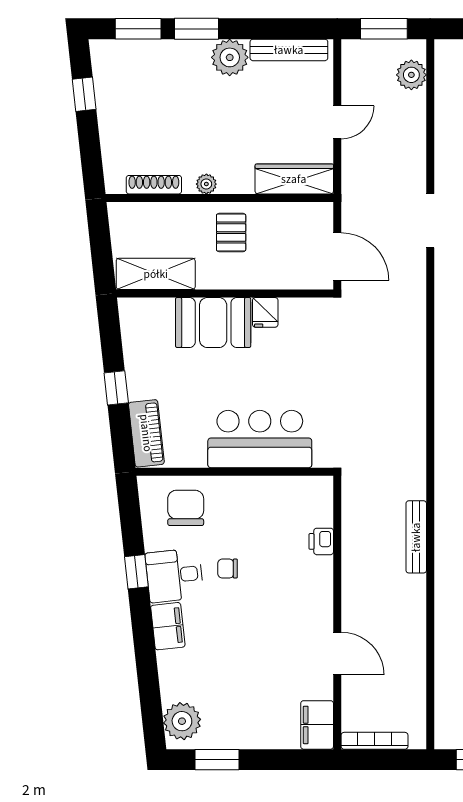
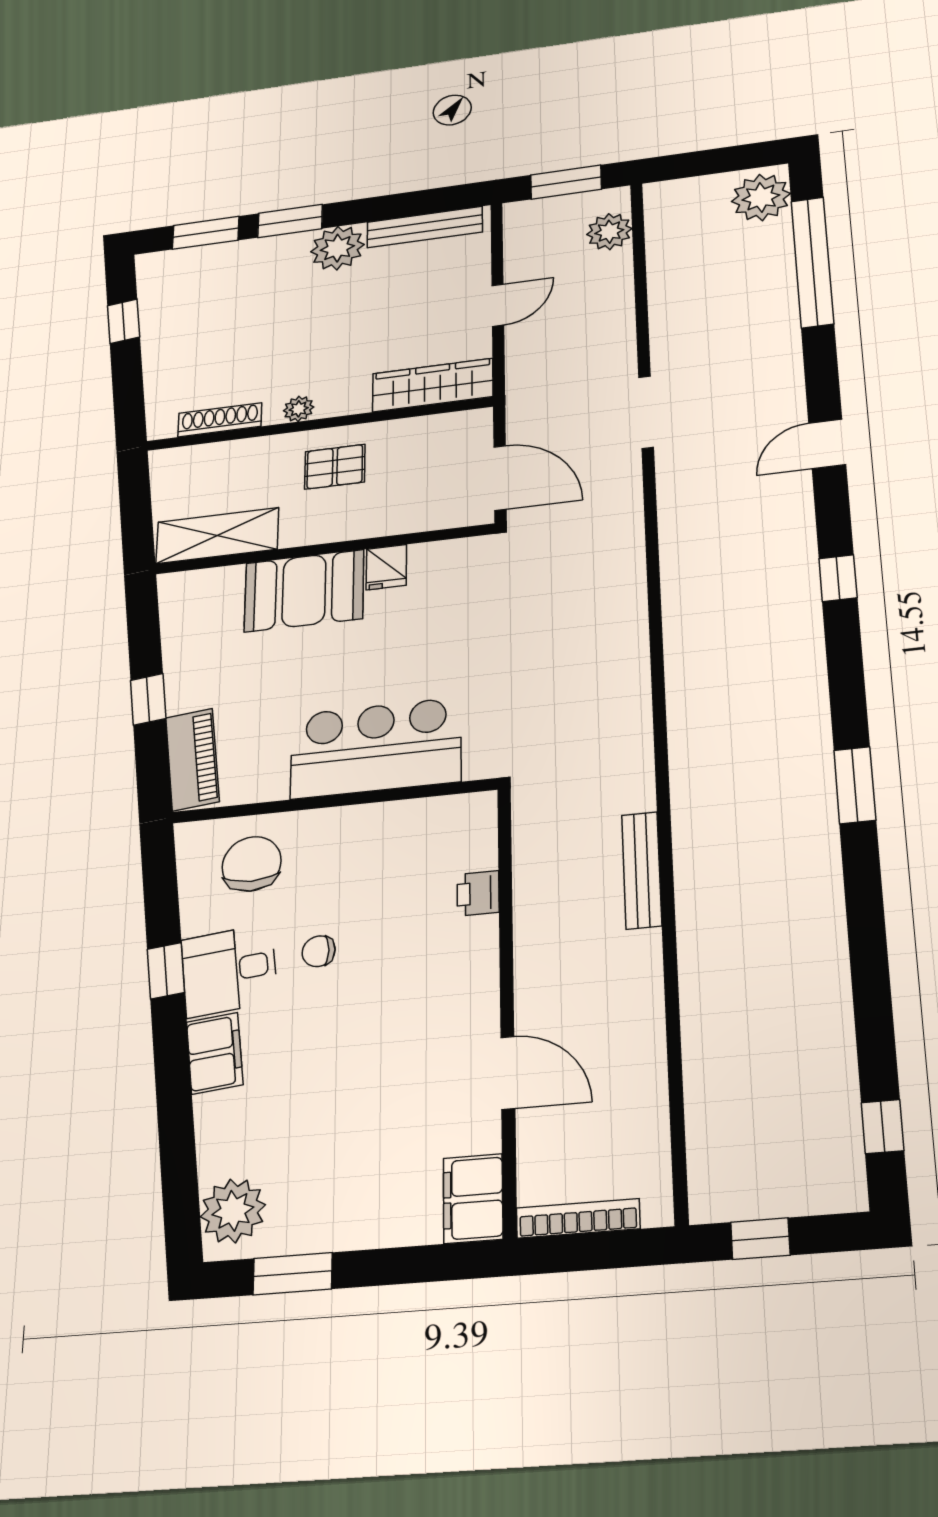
pallet: (231, 233) -> (335, 467), turned 90

